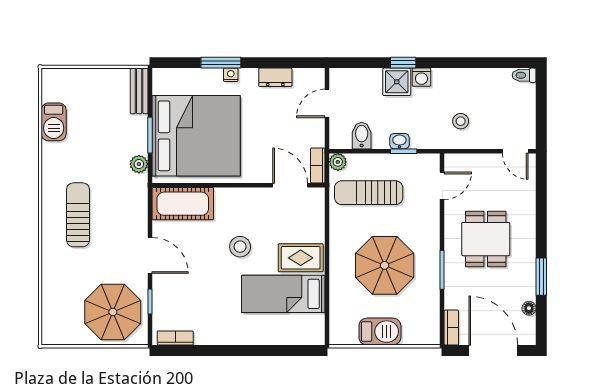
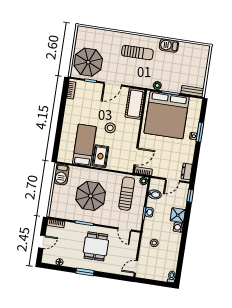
window: (403, 63) -> (190, 196), moved
dresser: (275, 77) -> (187, 172), moved
door: (327, 103) -> (172, 180), swing flipped
barbecue: (54, 122) -> (169, 45), moved
dining table: (486, 239) -> (96, 246), turned 90
window: (541, 277) -> (85, 272), moved
barbecue: (380, 332) -> (61, 174), moved
door: (493, 351) -> (42, 242), width x0.53

